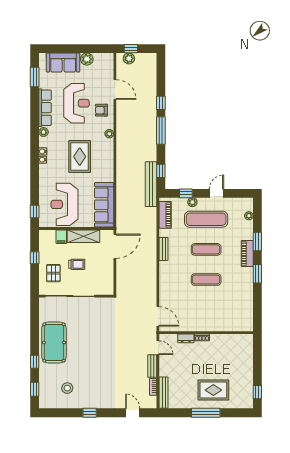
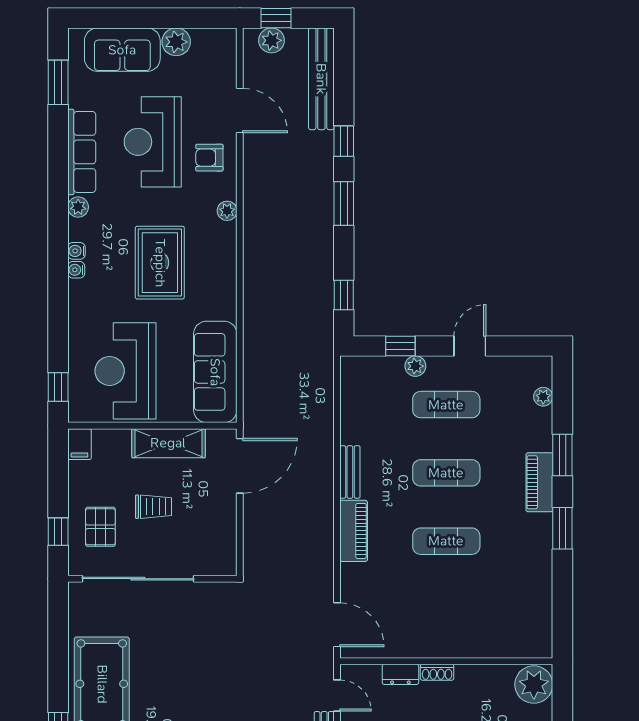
reception desk: (76, 103) -> (153, 142), turned 180
window: (161, 130) -> (344, 203), width x0.69
bench: (151, 184) -> (321, 79), moved
piano: (165, 215) -> (354, 531), moved
exercise mat: (206, 219) -> (446, 405), width x0.73, depth x0.69
filing cabinet: (61, 237) -> (79, 444), moved
window: (35, 258) -> (58, 532), moved
plant: (245, 343) -> (534, 685), added

